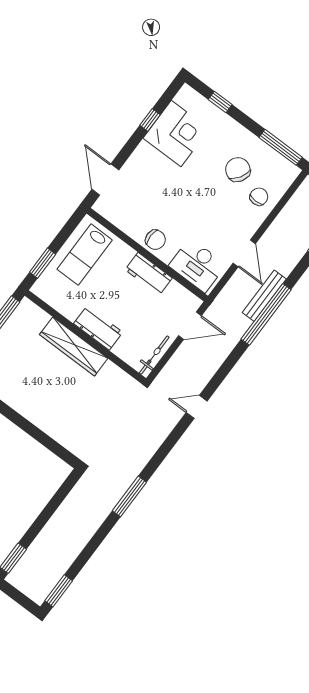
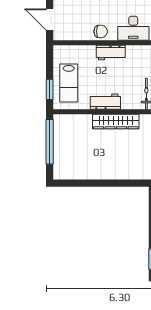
lab bench: (85, 255) -> (69, 83), moved
wardrobe: (74, 346) -> (116, 122), moved

